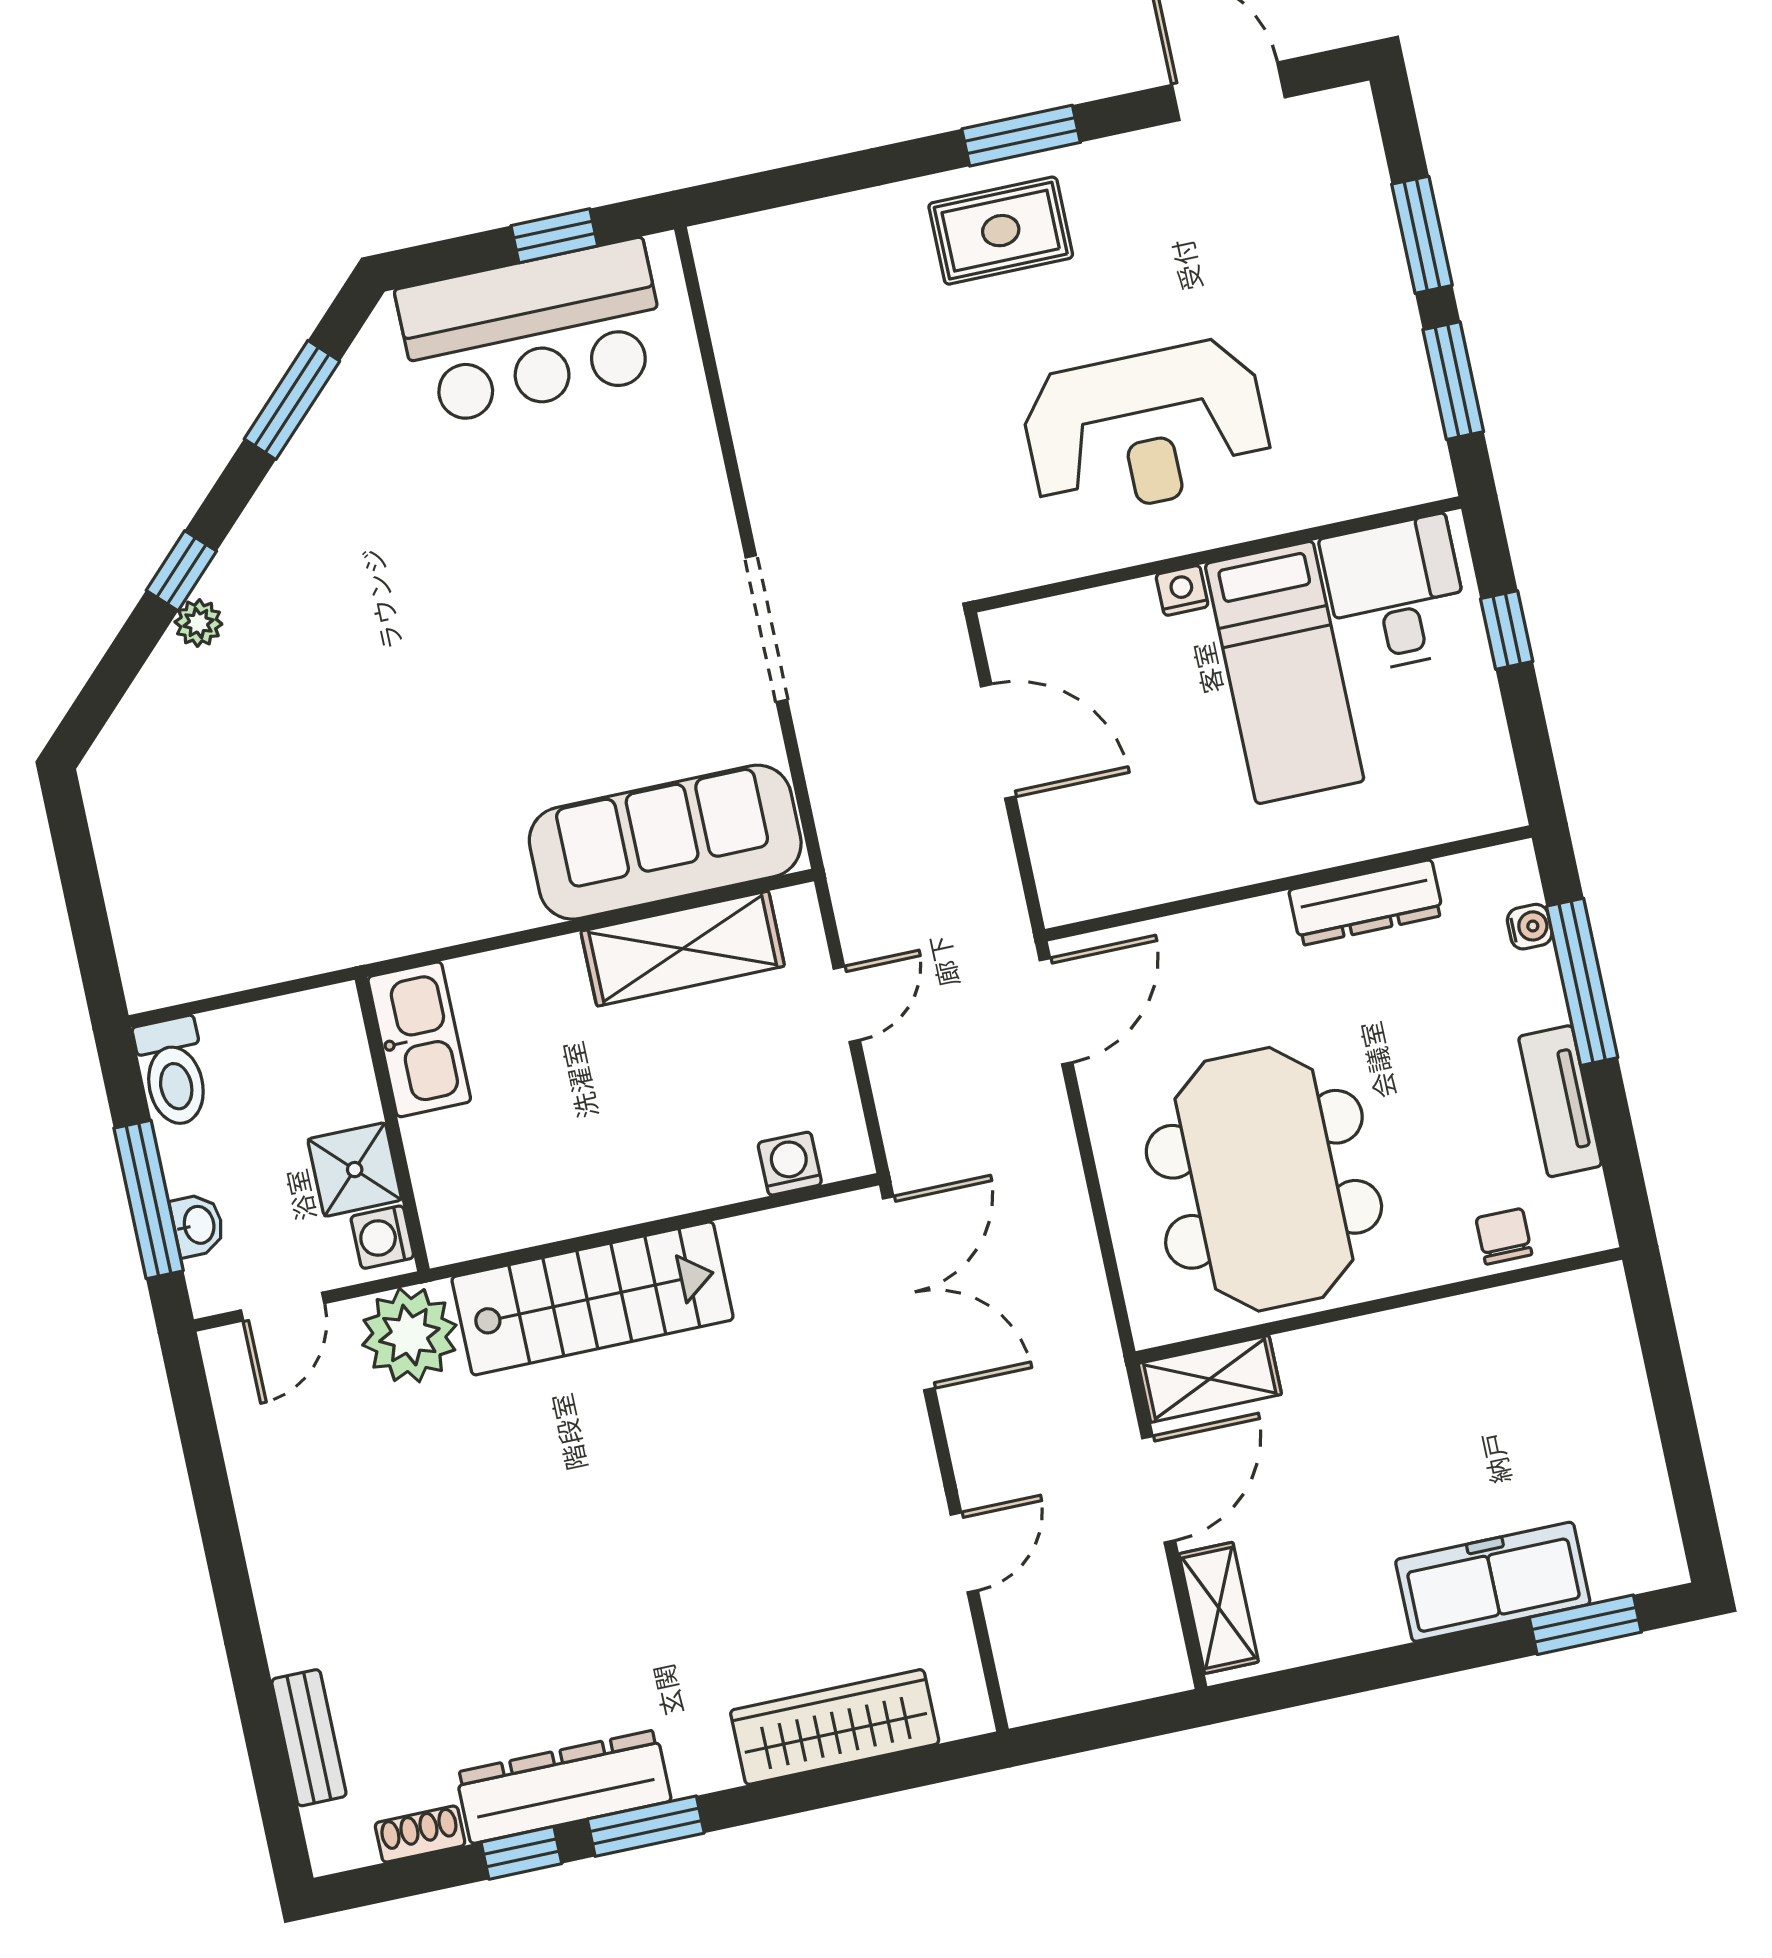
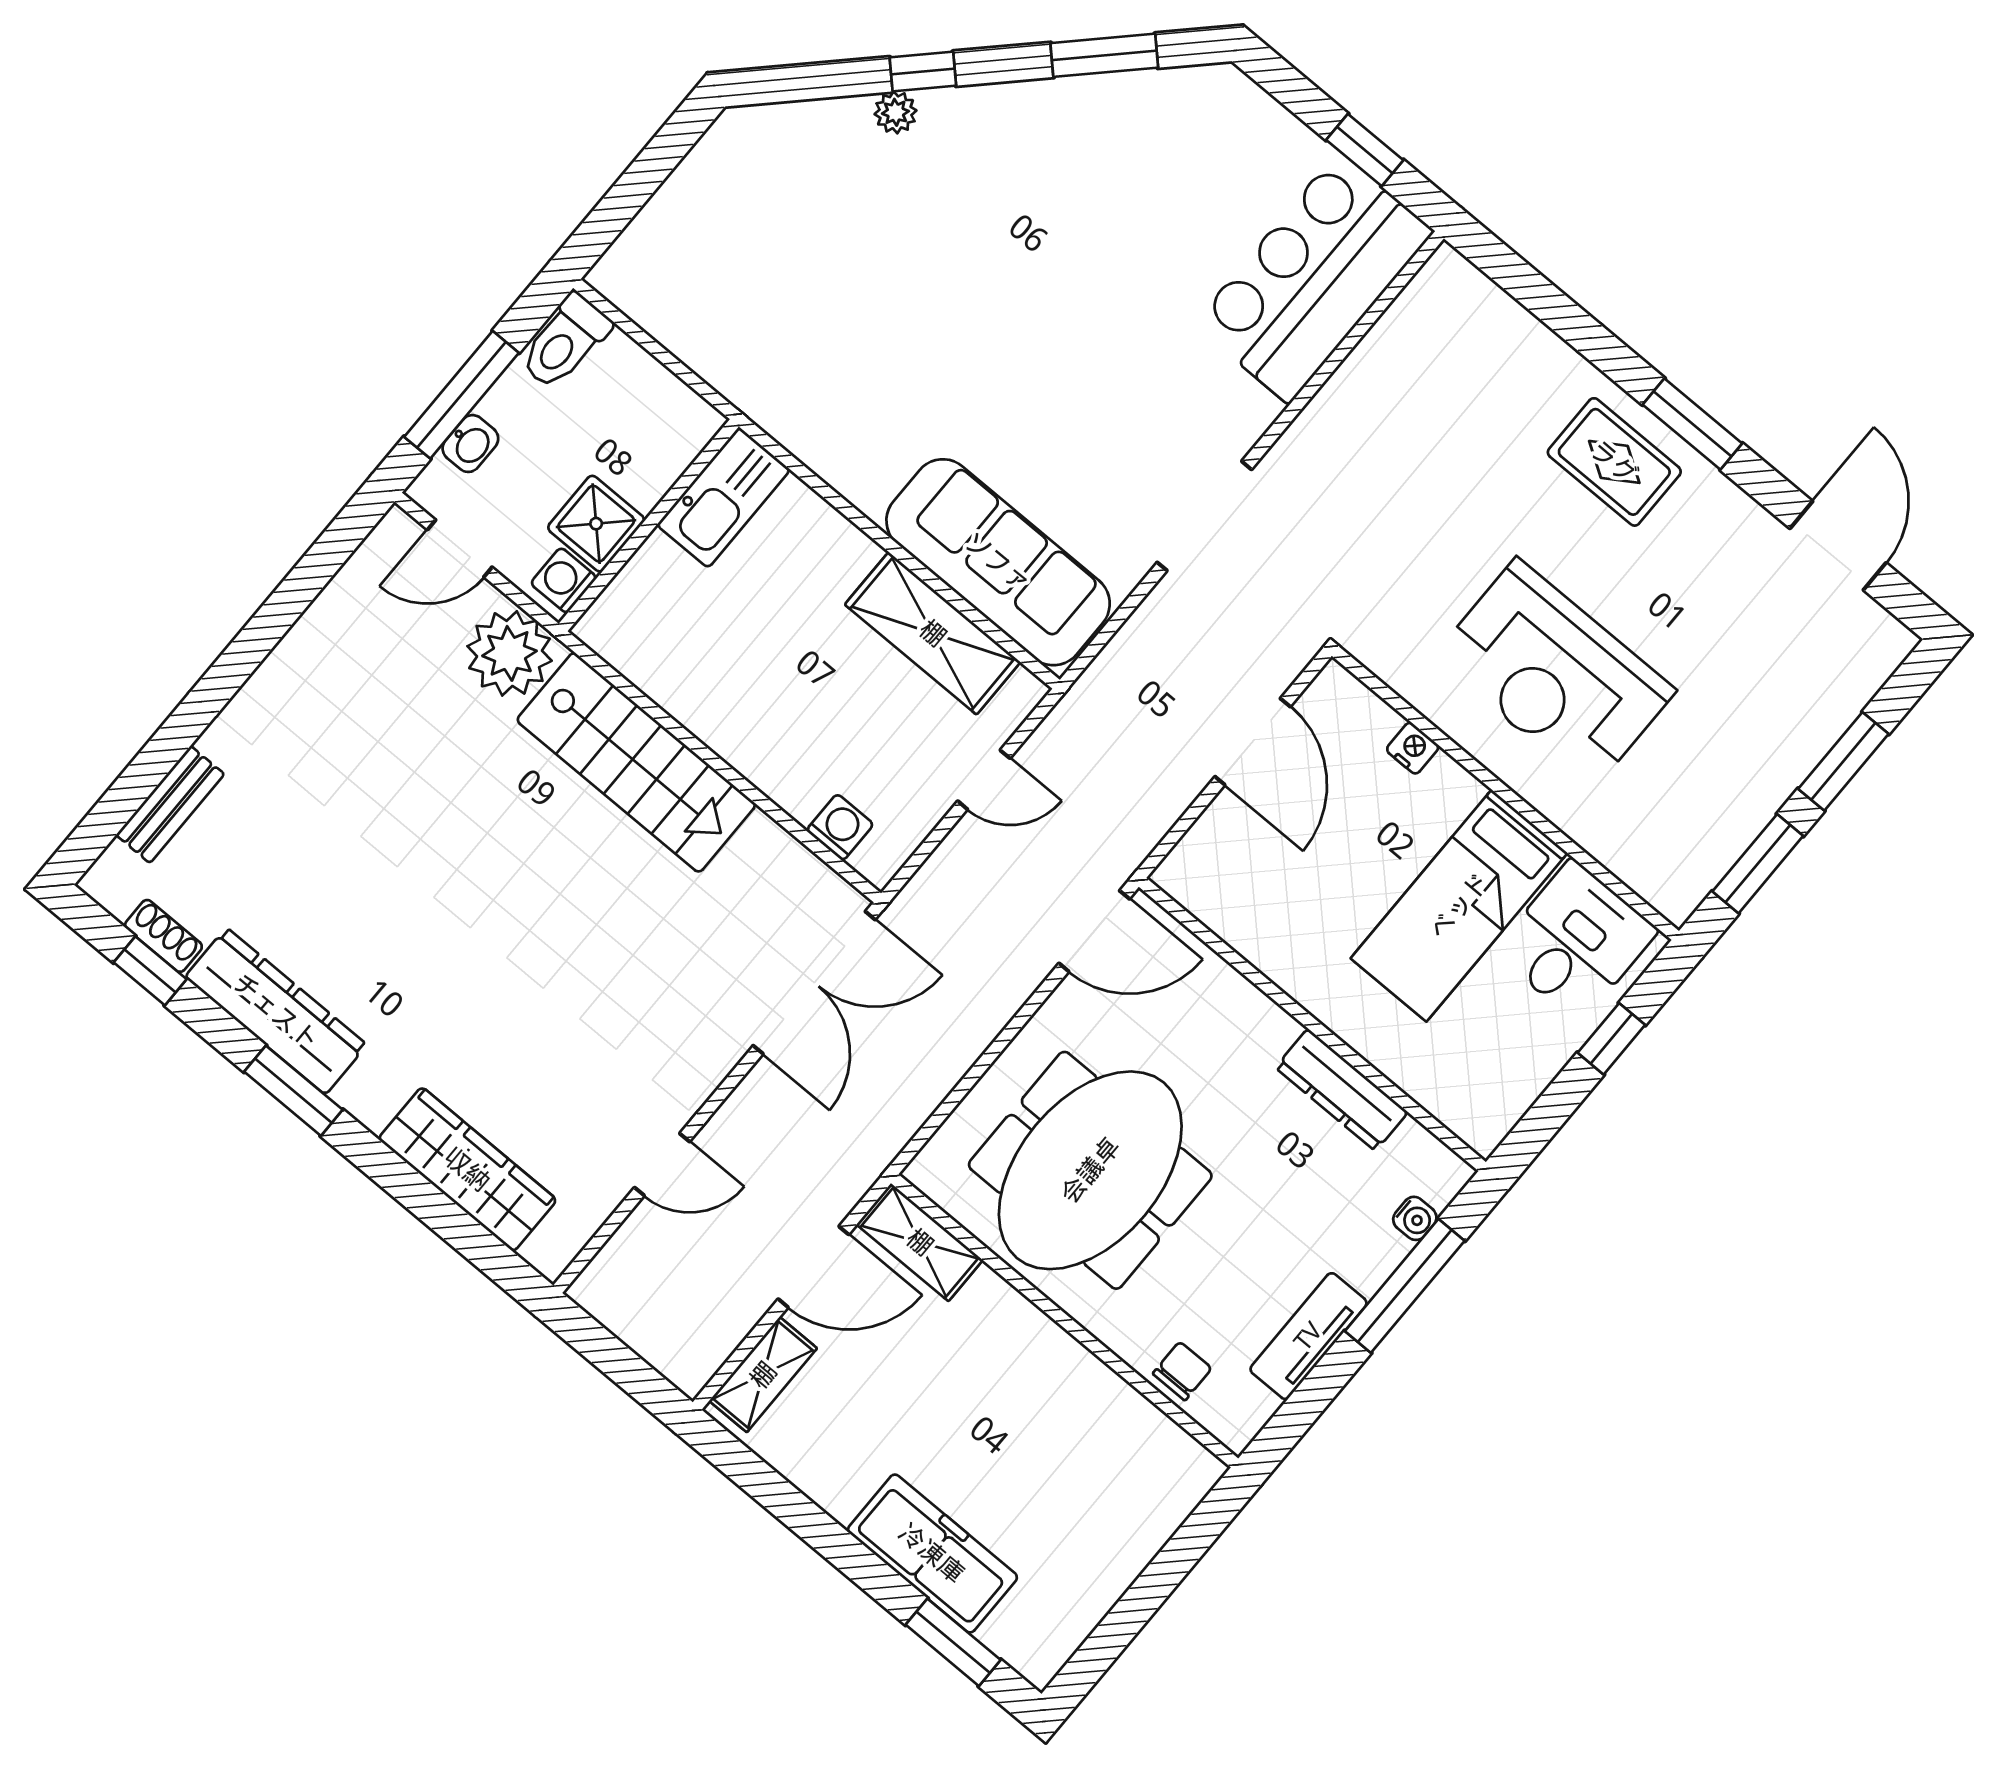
bar counter: (533, 332) -> (1314, 278), moved, turned 90
nightstand: (1182, 590) -> (1413, 748), moved
window: (521, 1853) -> (150, 971), moved

